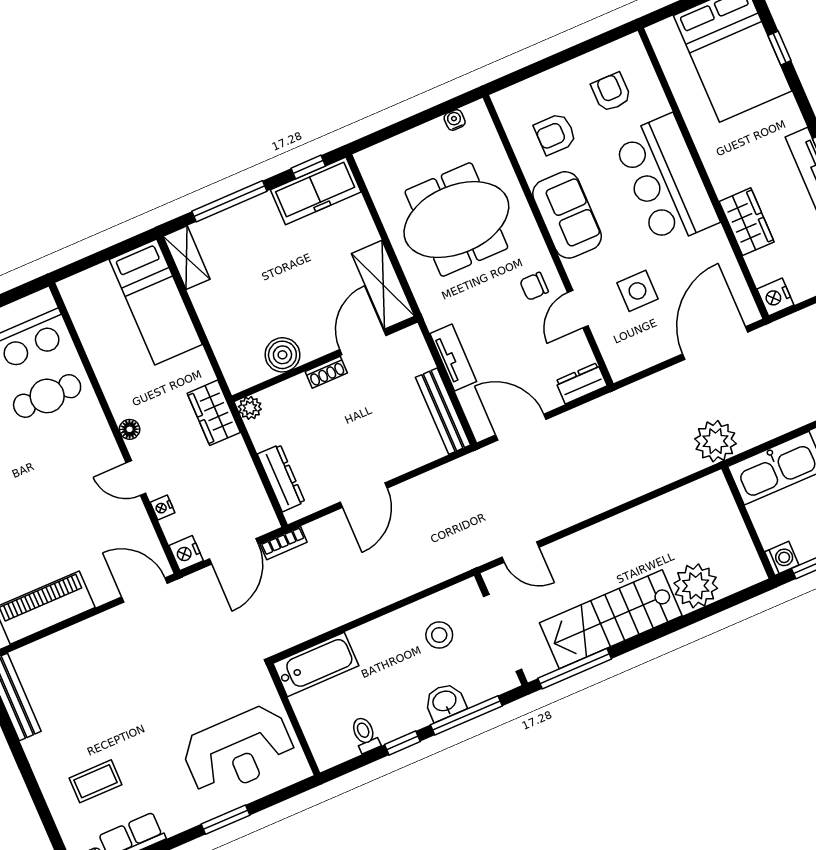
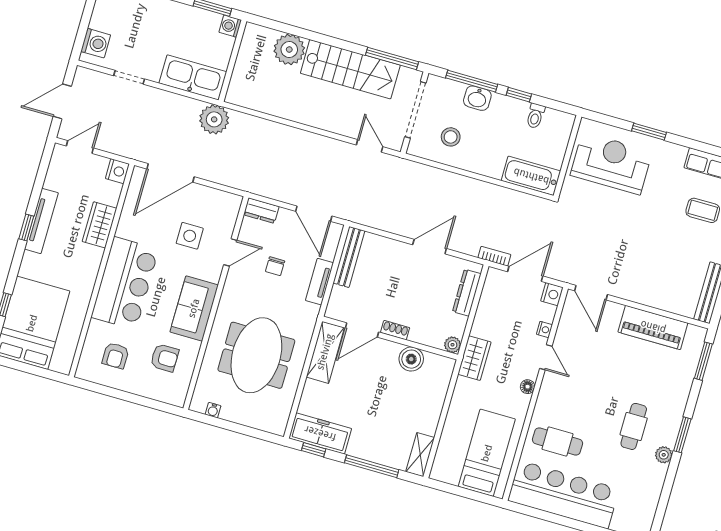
meeting table: (456, 220) -> (256, 355), turned 90
chair: (534, 286) -> (275, 266), moved, turned 90
bed: (156, 302) -> (487, 453), moved

